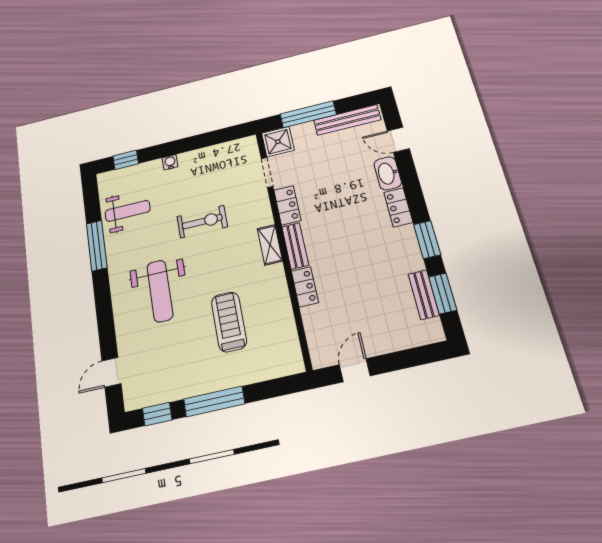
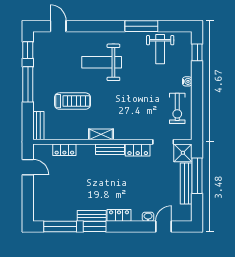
bench: (347, 120) -> (186, 184), moved
washbasin: (388, 173) -> (148, 217), width x0.52, depth x0.69
exercise bike: (202, 222) -> (177, 108), moved
shelving: (270, 245) -> (101, 134), moved
locker: (305, 287) -> (64, 150), moved
window: (443, 293) -> (60, 226), width x1.44
bench: (424, 295) -> (92, 216), moved
bench: (280, 368) -> (38, 126), added

